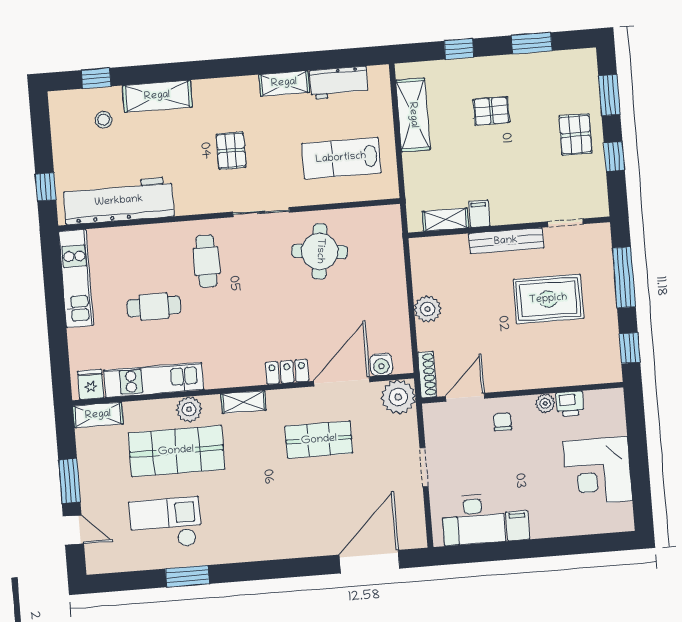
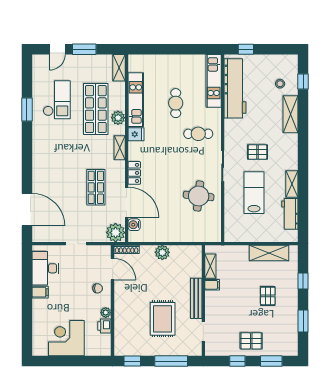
lab bench: (341, 158) -> (254, 193), moved
kitchen unit: (76, 278) -> (214, 81), moved, turned 90
fridge: (91, 384) -> (136, 134), moved

